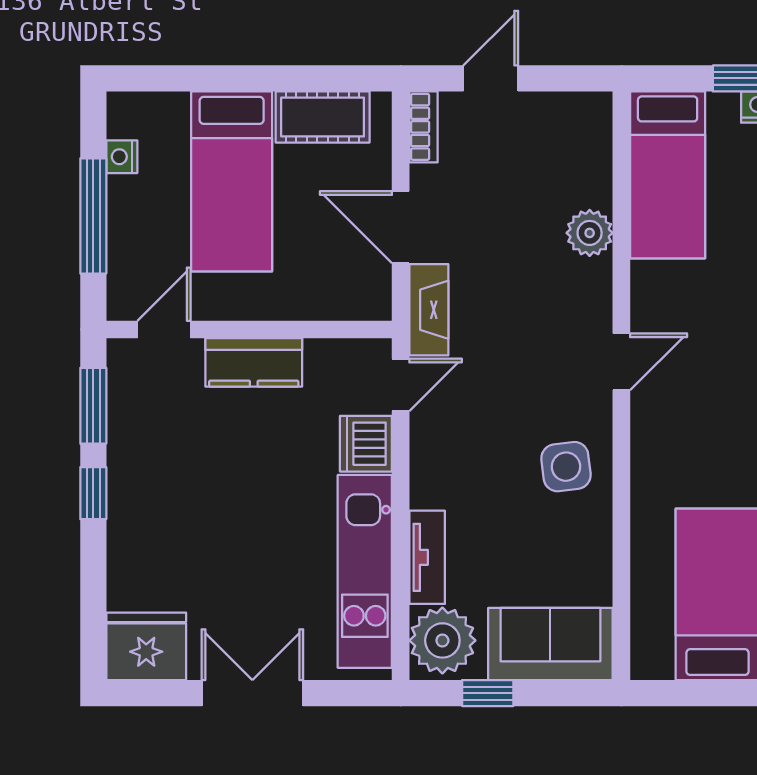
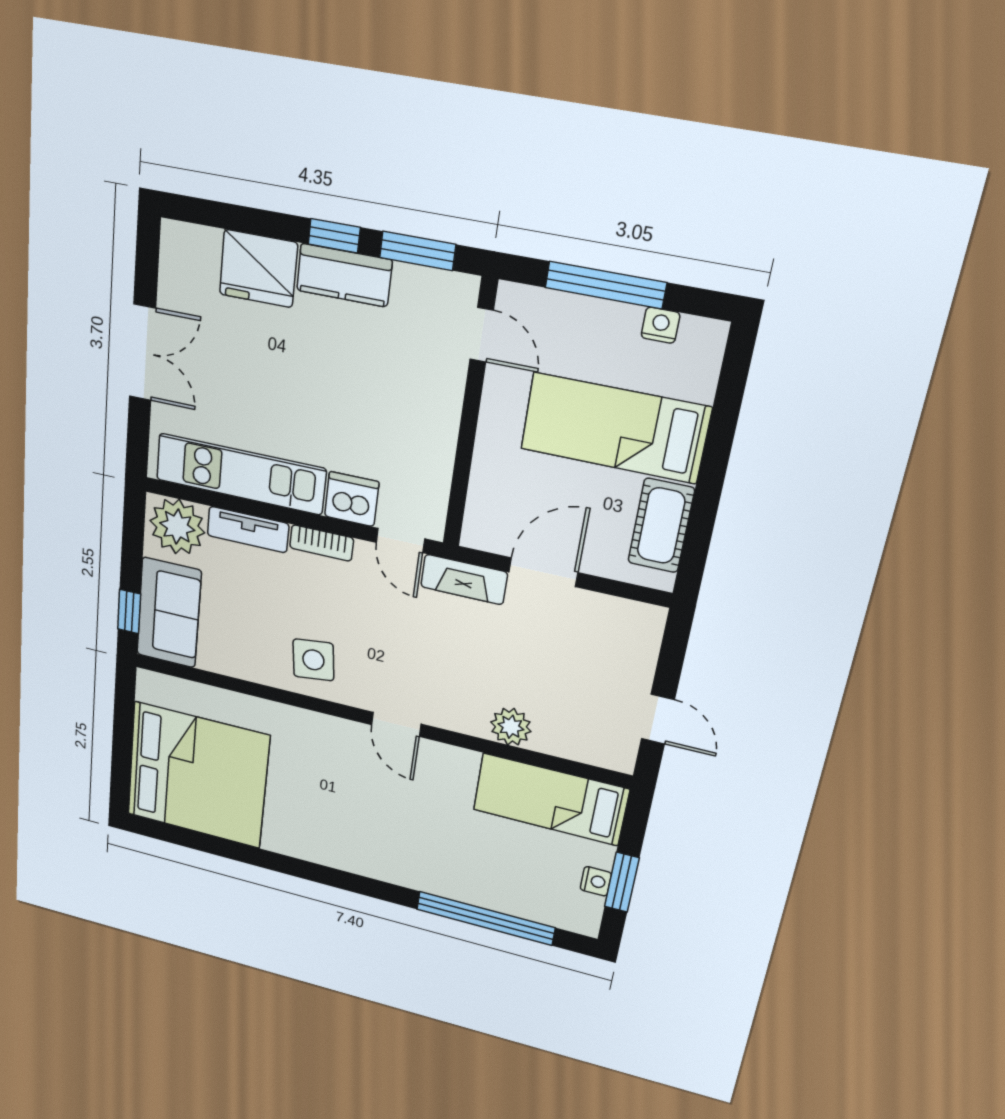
door: (491, 78) -> (658, 719), moved
bookcase: (423, 127) -> (322, 543), moved
kitchen counter: (254, 362) -> (344, 275), moved, turned -90
fridge: (146, 646) -> (258, 269), moved, turned 90
window: (488, 693) -> (129, 612), moved

